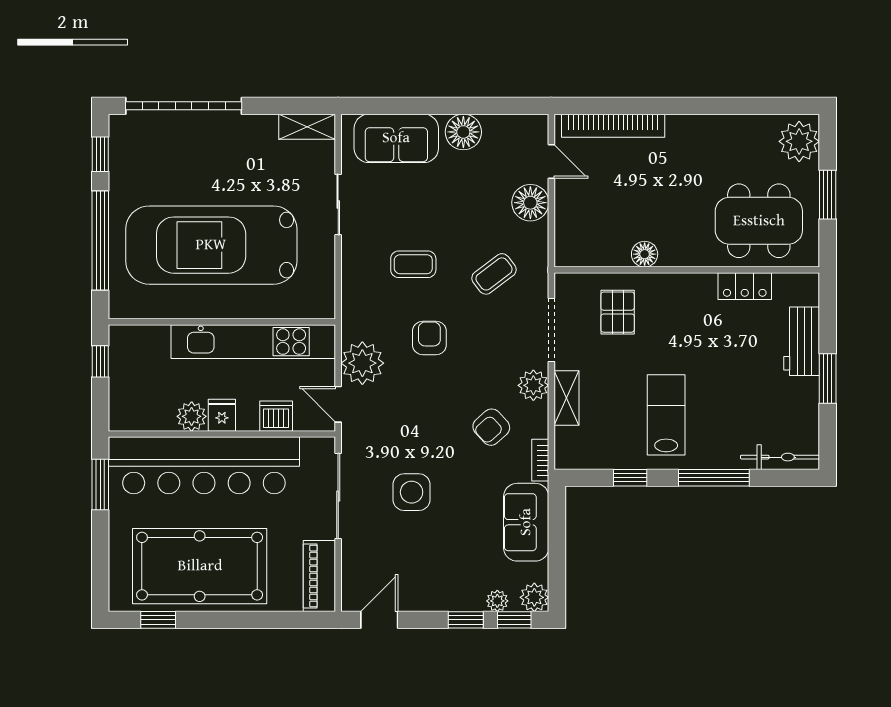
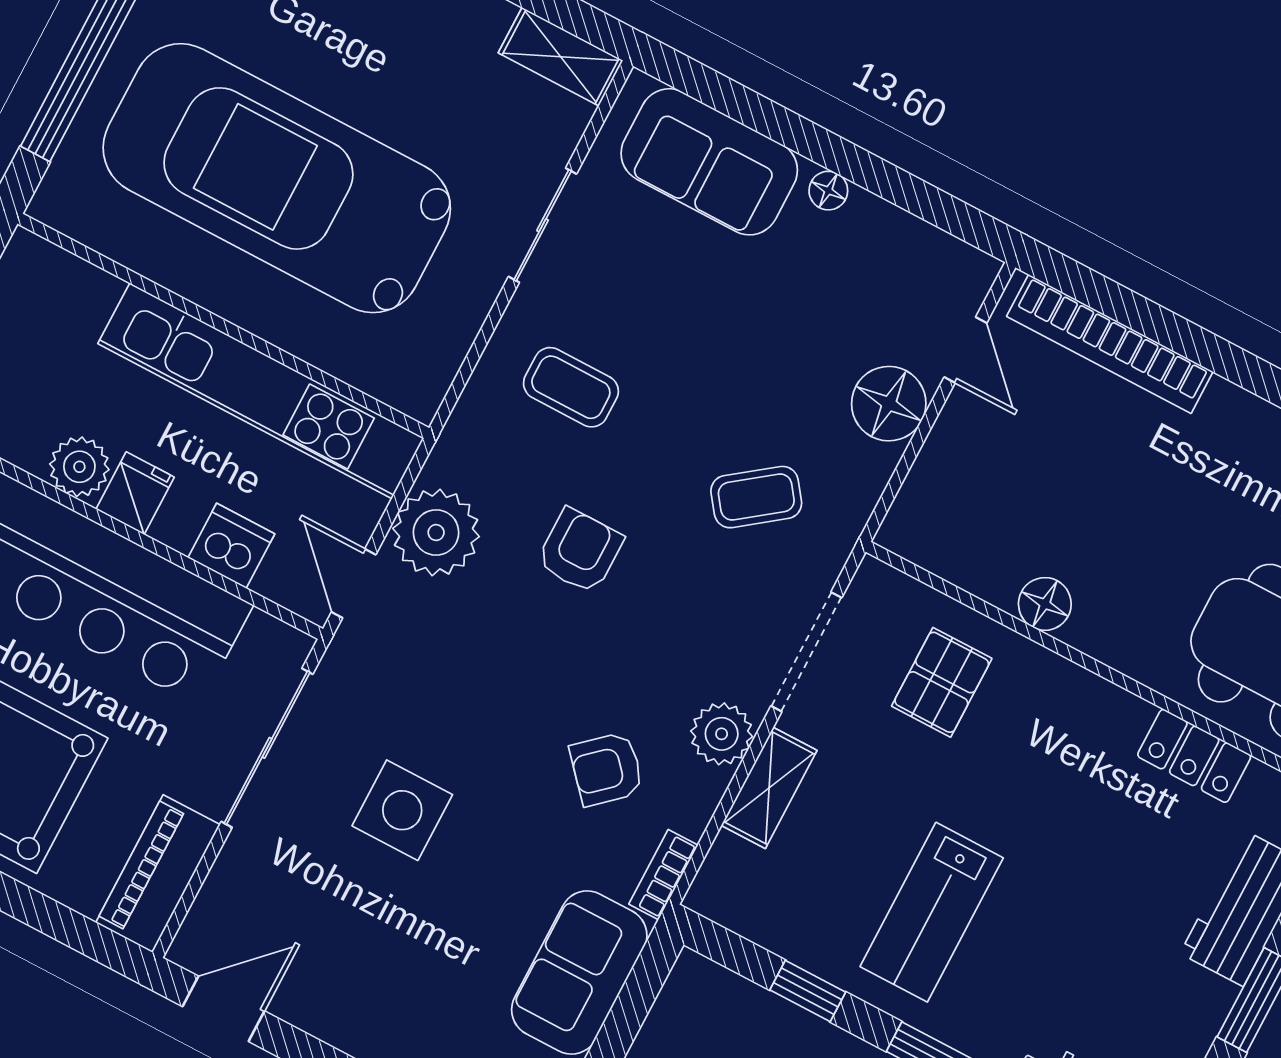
floor lamp: (463, 132) -> (828, 191), width x0.53, depth x0.53
coffee table: (413, 264) -> (571, 387), moved
lab bench: (666, 415) -> (932, 912), turned 180

